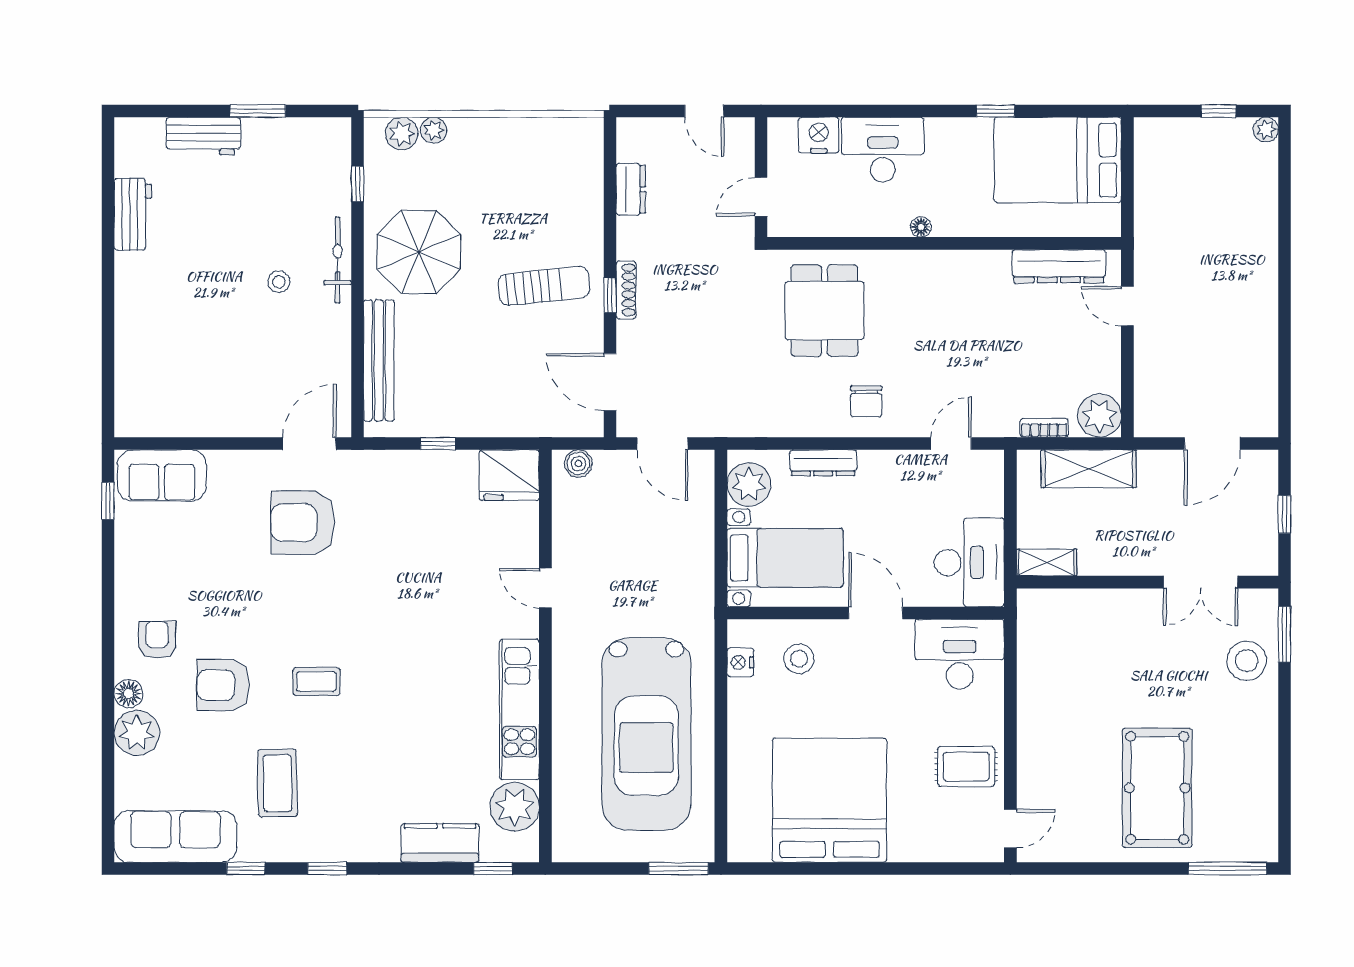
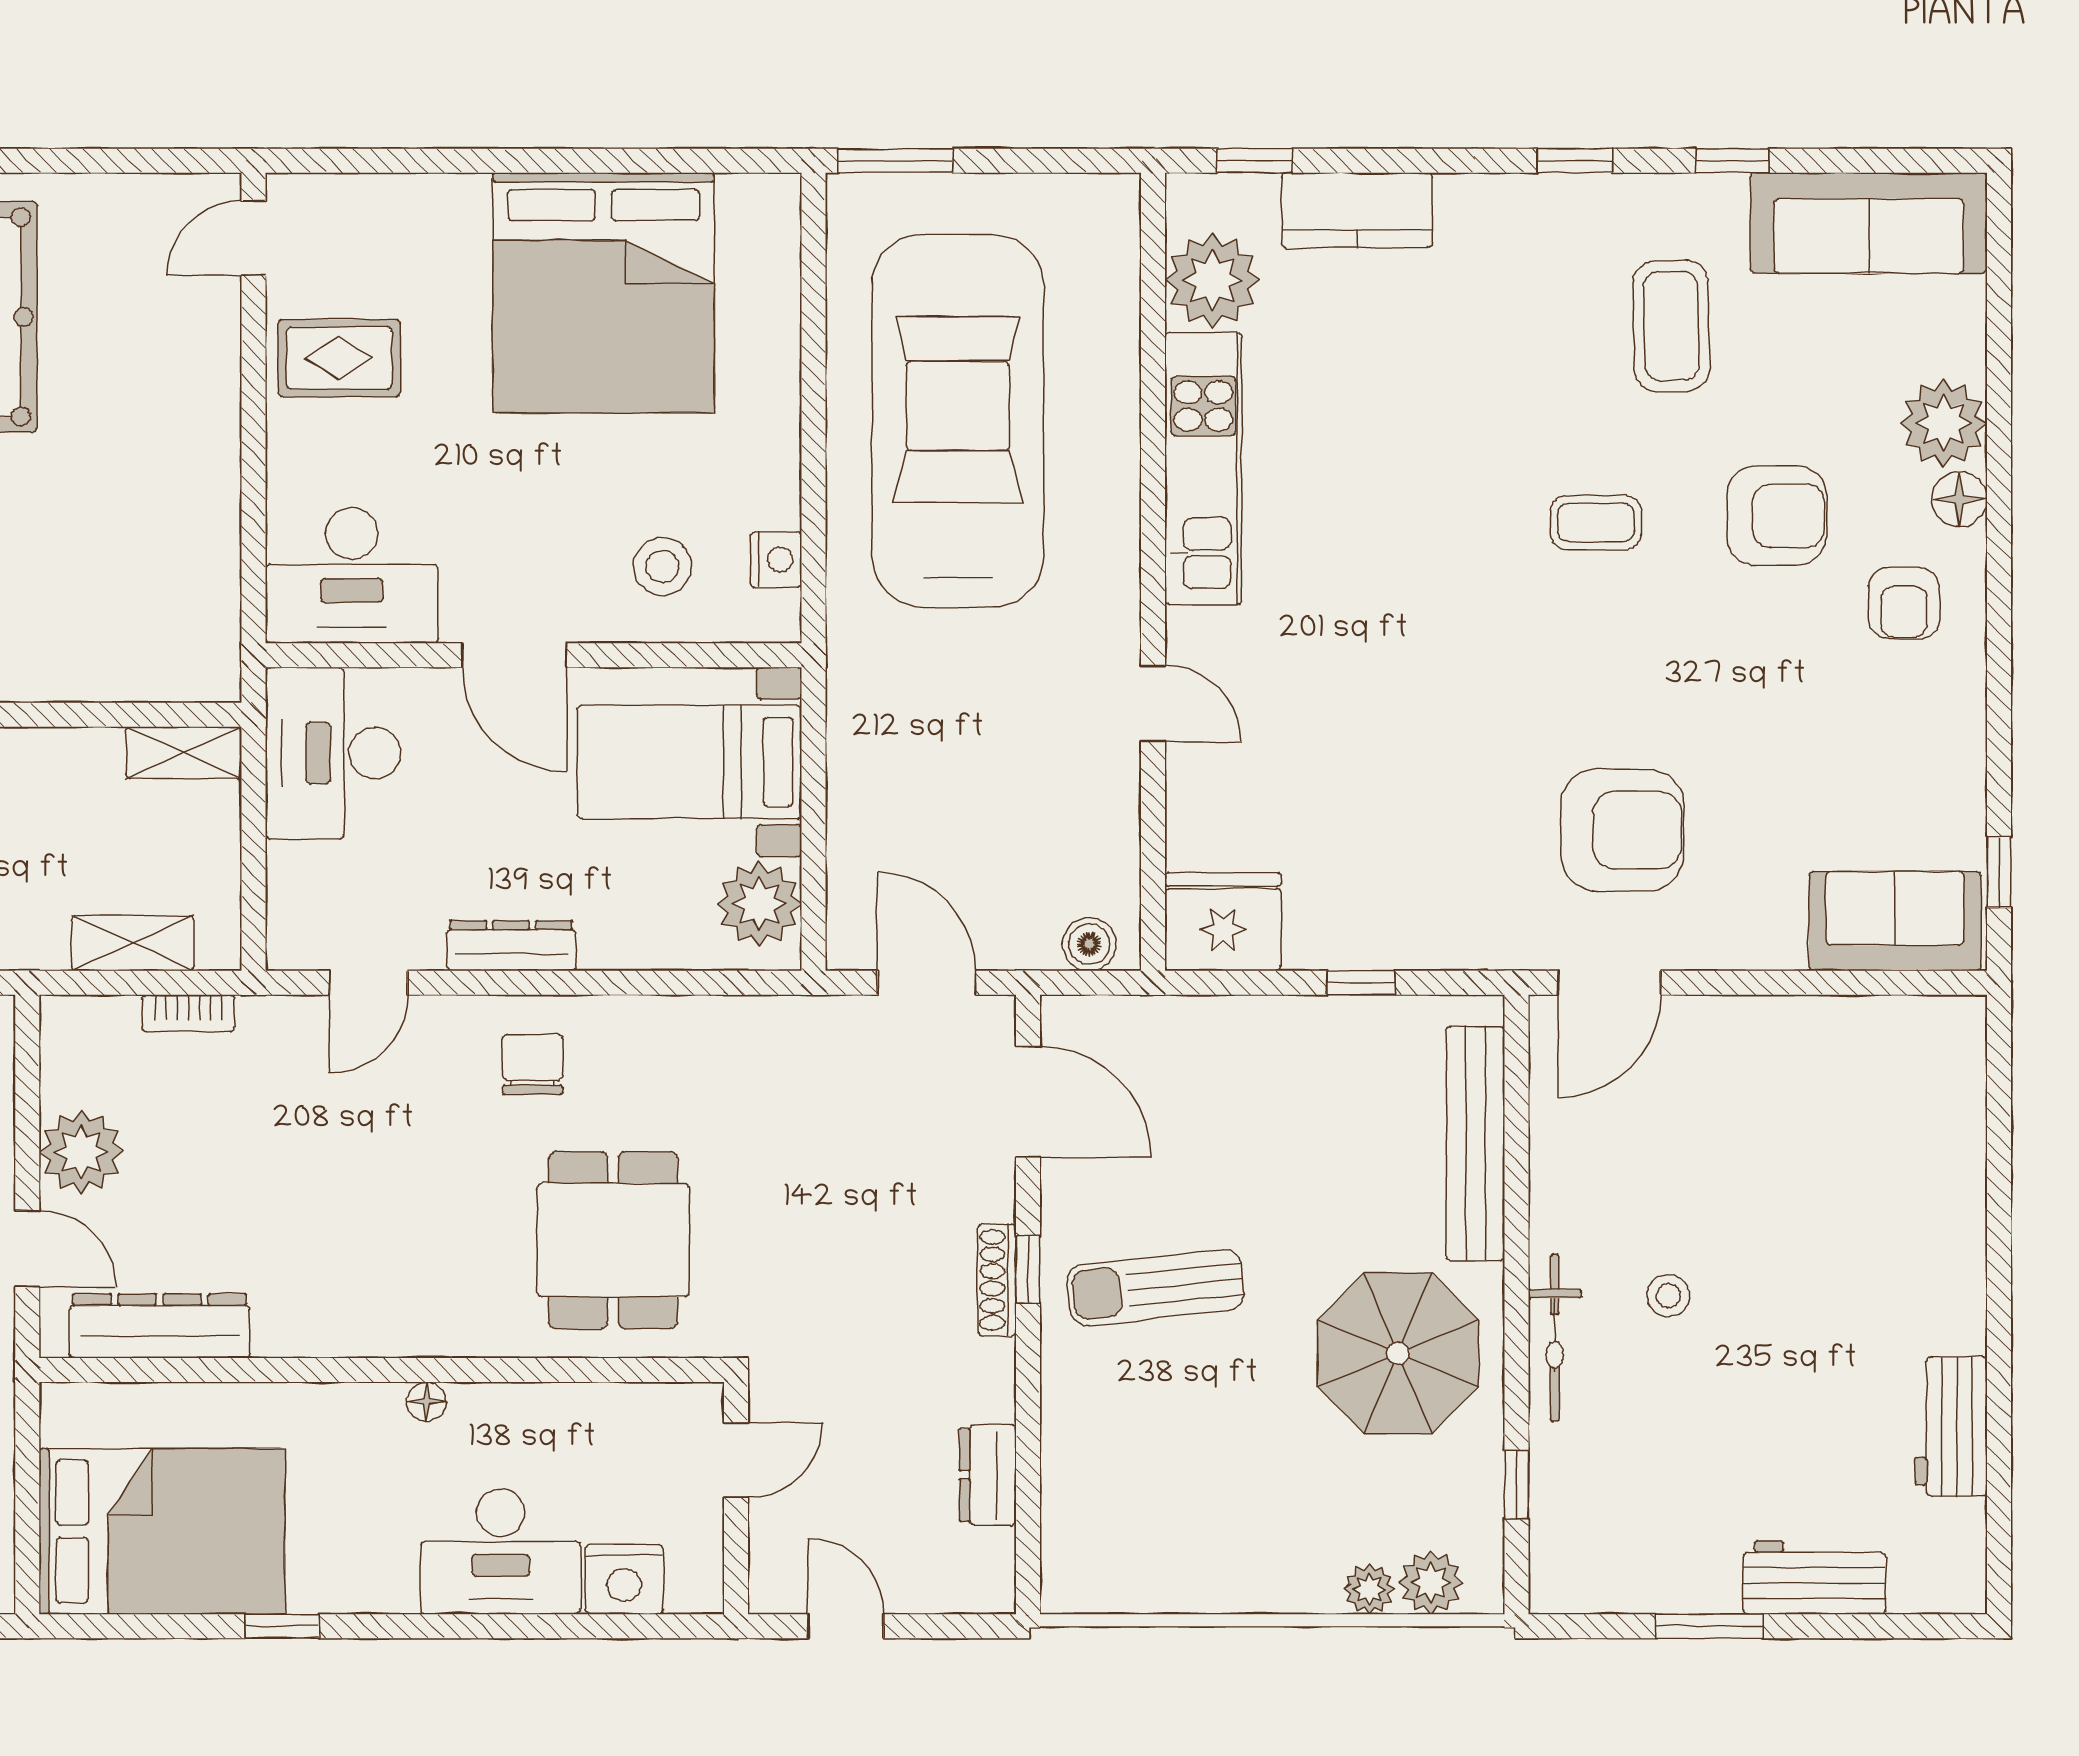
plant: (1099, 416) -> (81, 1152), moved
dresser: (823, 463) -> (511, 946), moved
shelving: (1089, 469) -> (133, 943), width x0.67, depth x0.75

